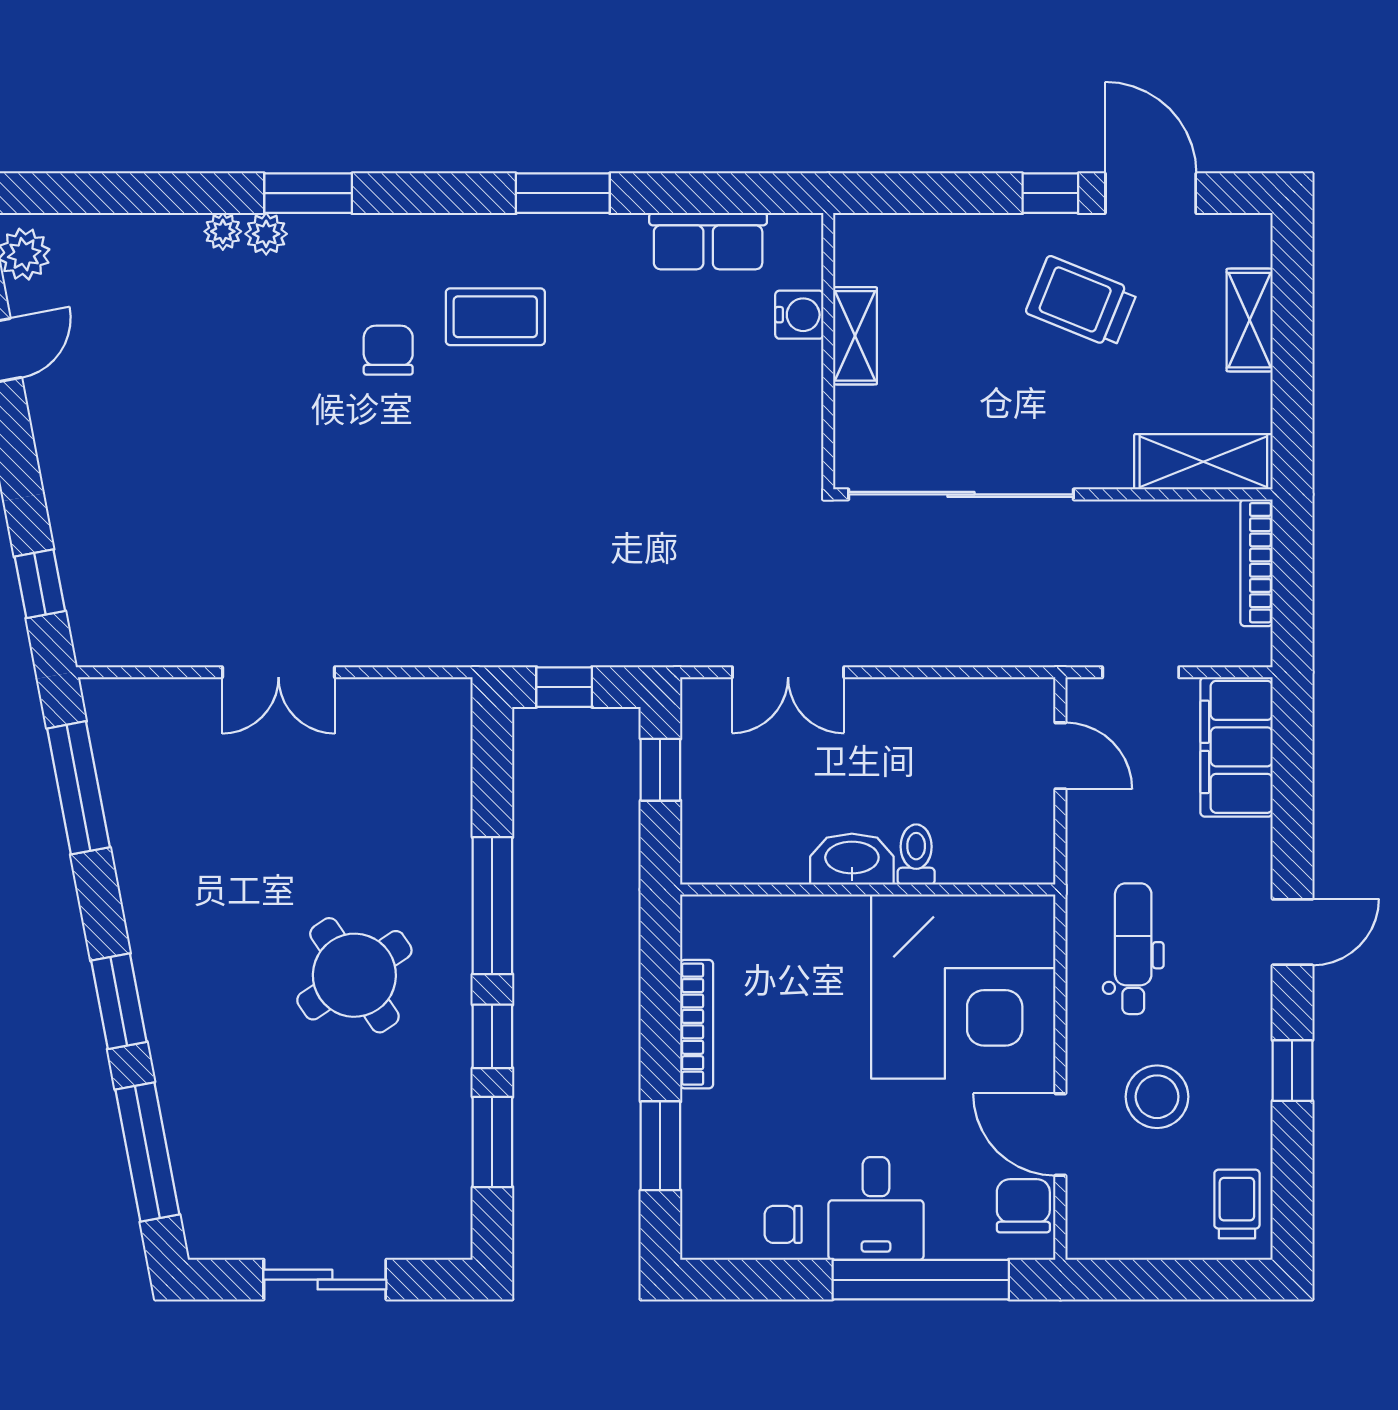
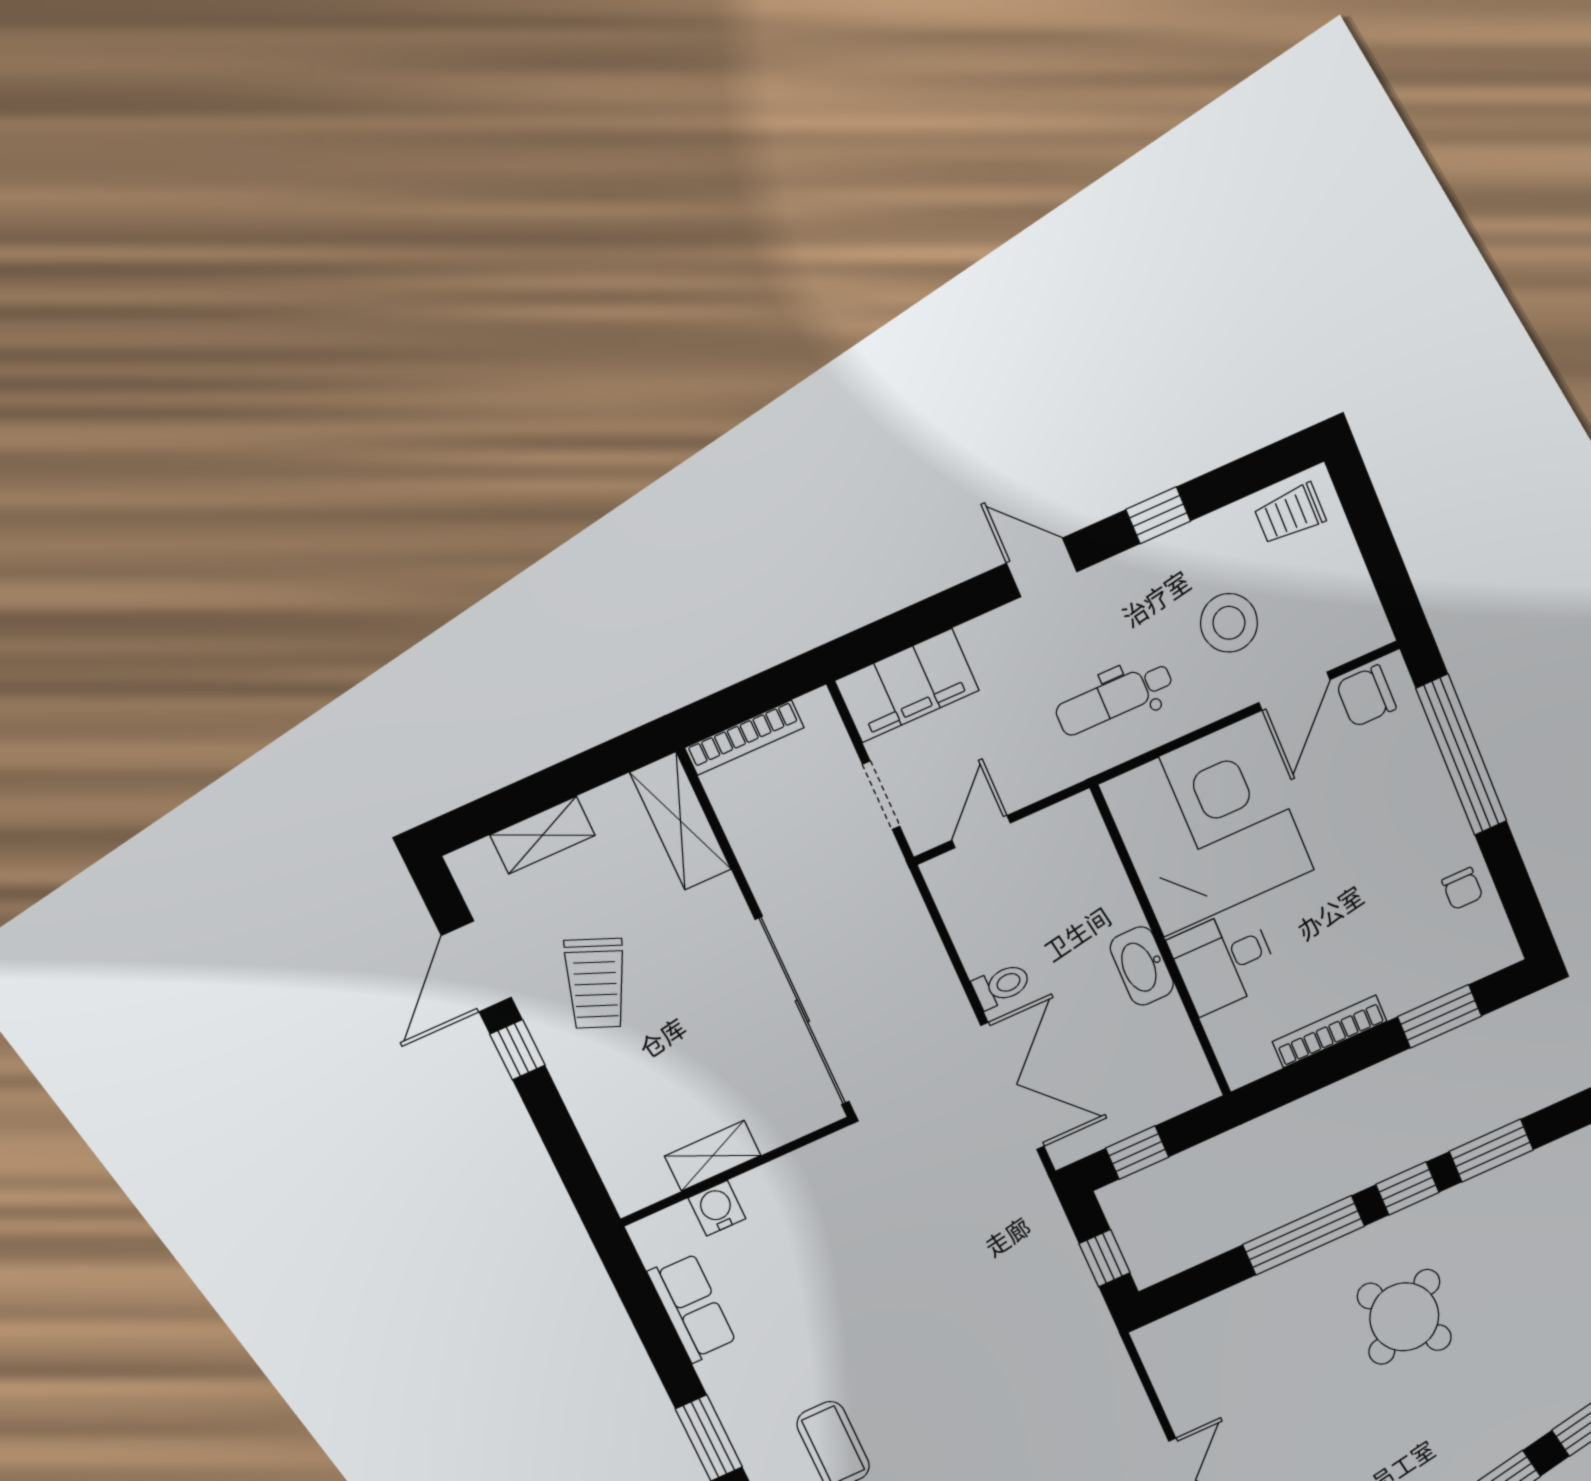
double door: (788, 672) -> (1013, 1086), width x1.37
toilet: (916, 854) -> (1002, 986), moved, turned 180
desk: (876, 1208) -> (1224, 960), moved, turned 180

